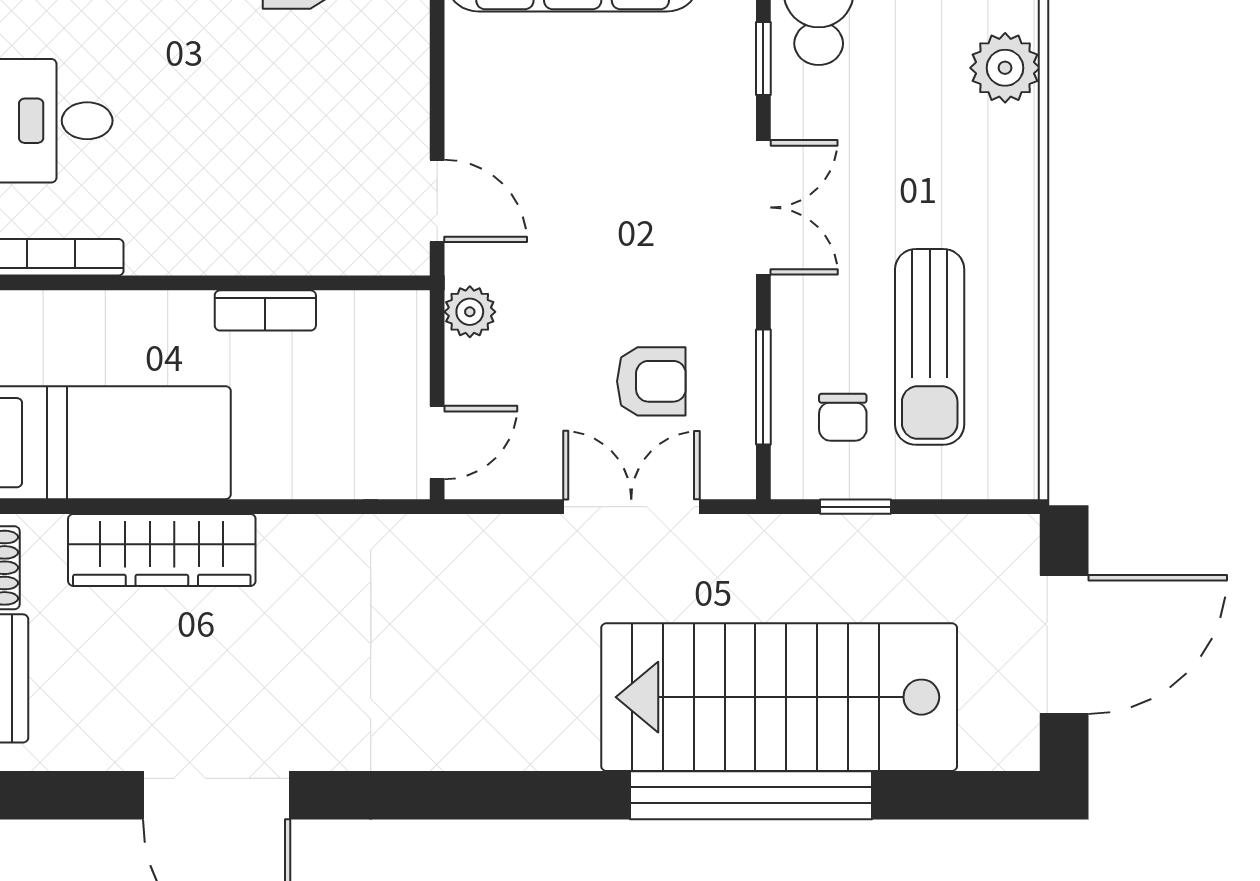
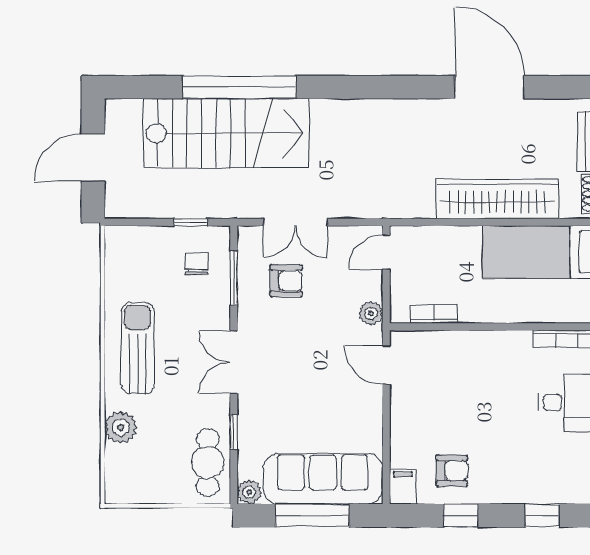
bookcase: (265, 310) -> (434, 314), moved
sun lounger: (930, 347) -> (138, 348), moved
armchair: (651, 381) -> (286, 281), turned 180
wardrobe: (162, 550) -> (497, 199), width x1.40, depth x1.17
door: (1064, 644) -> (93, 158), width x0.73

